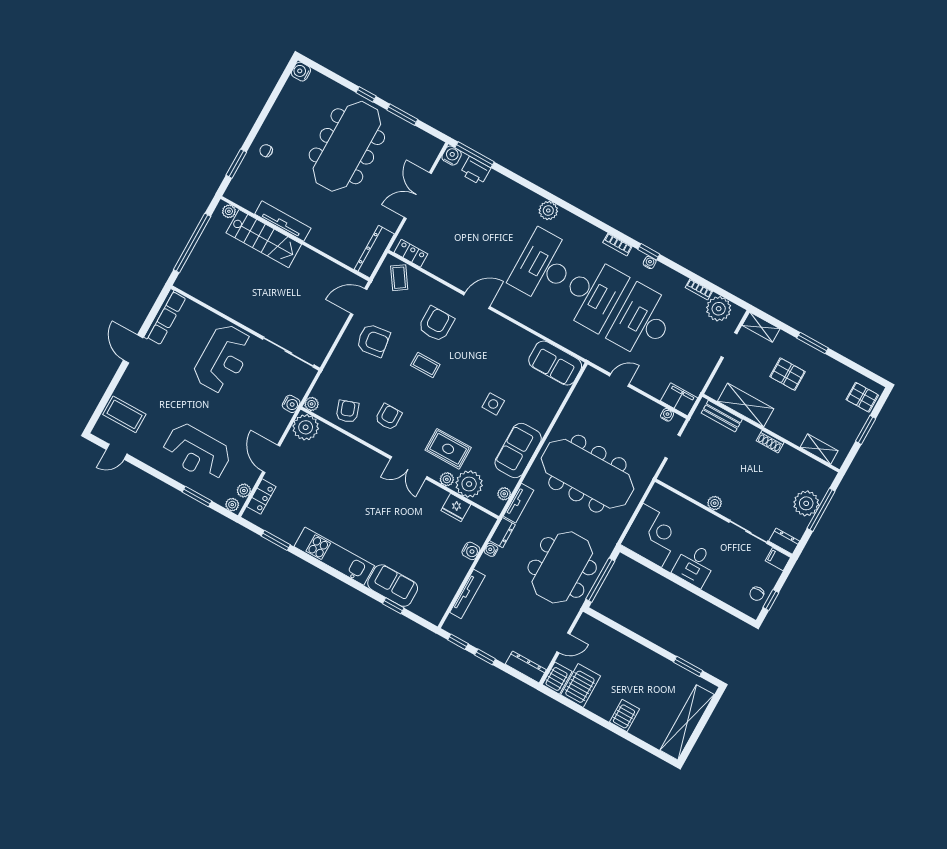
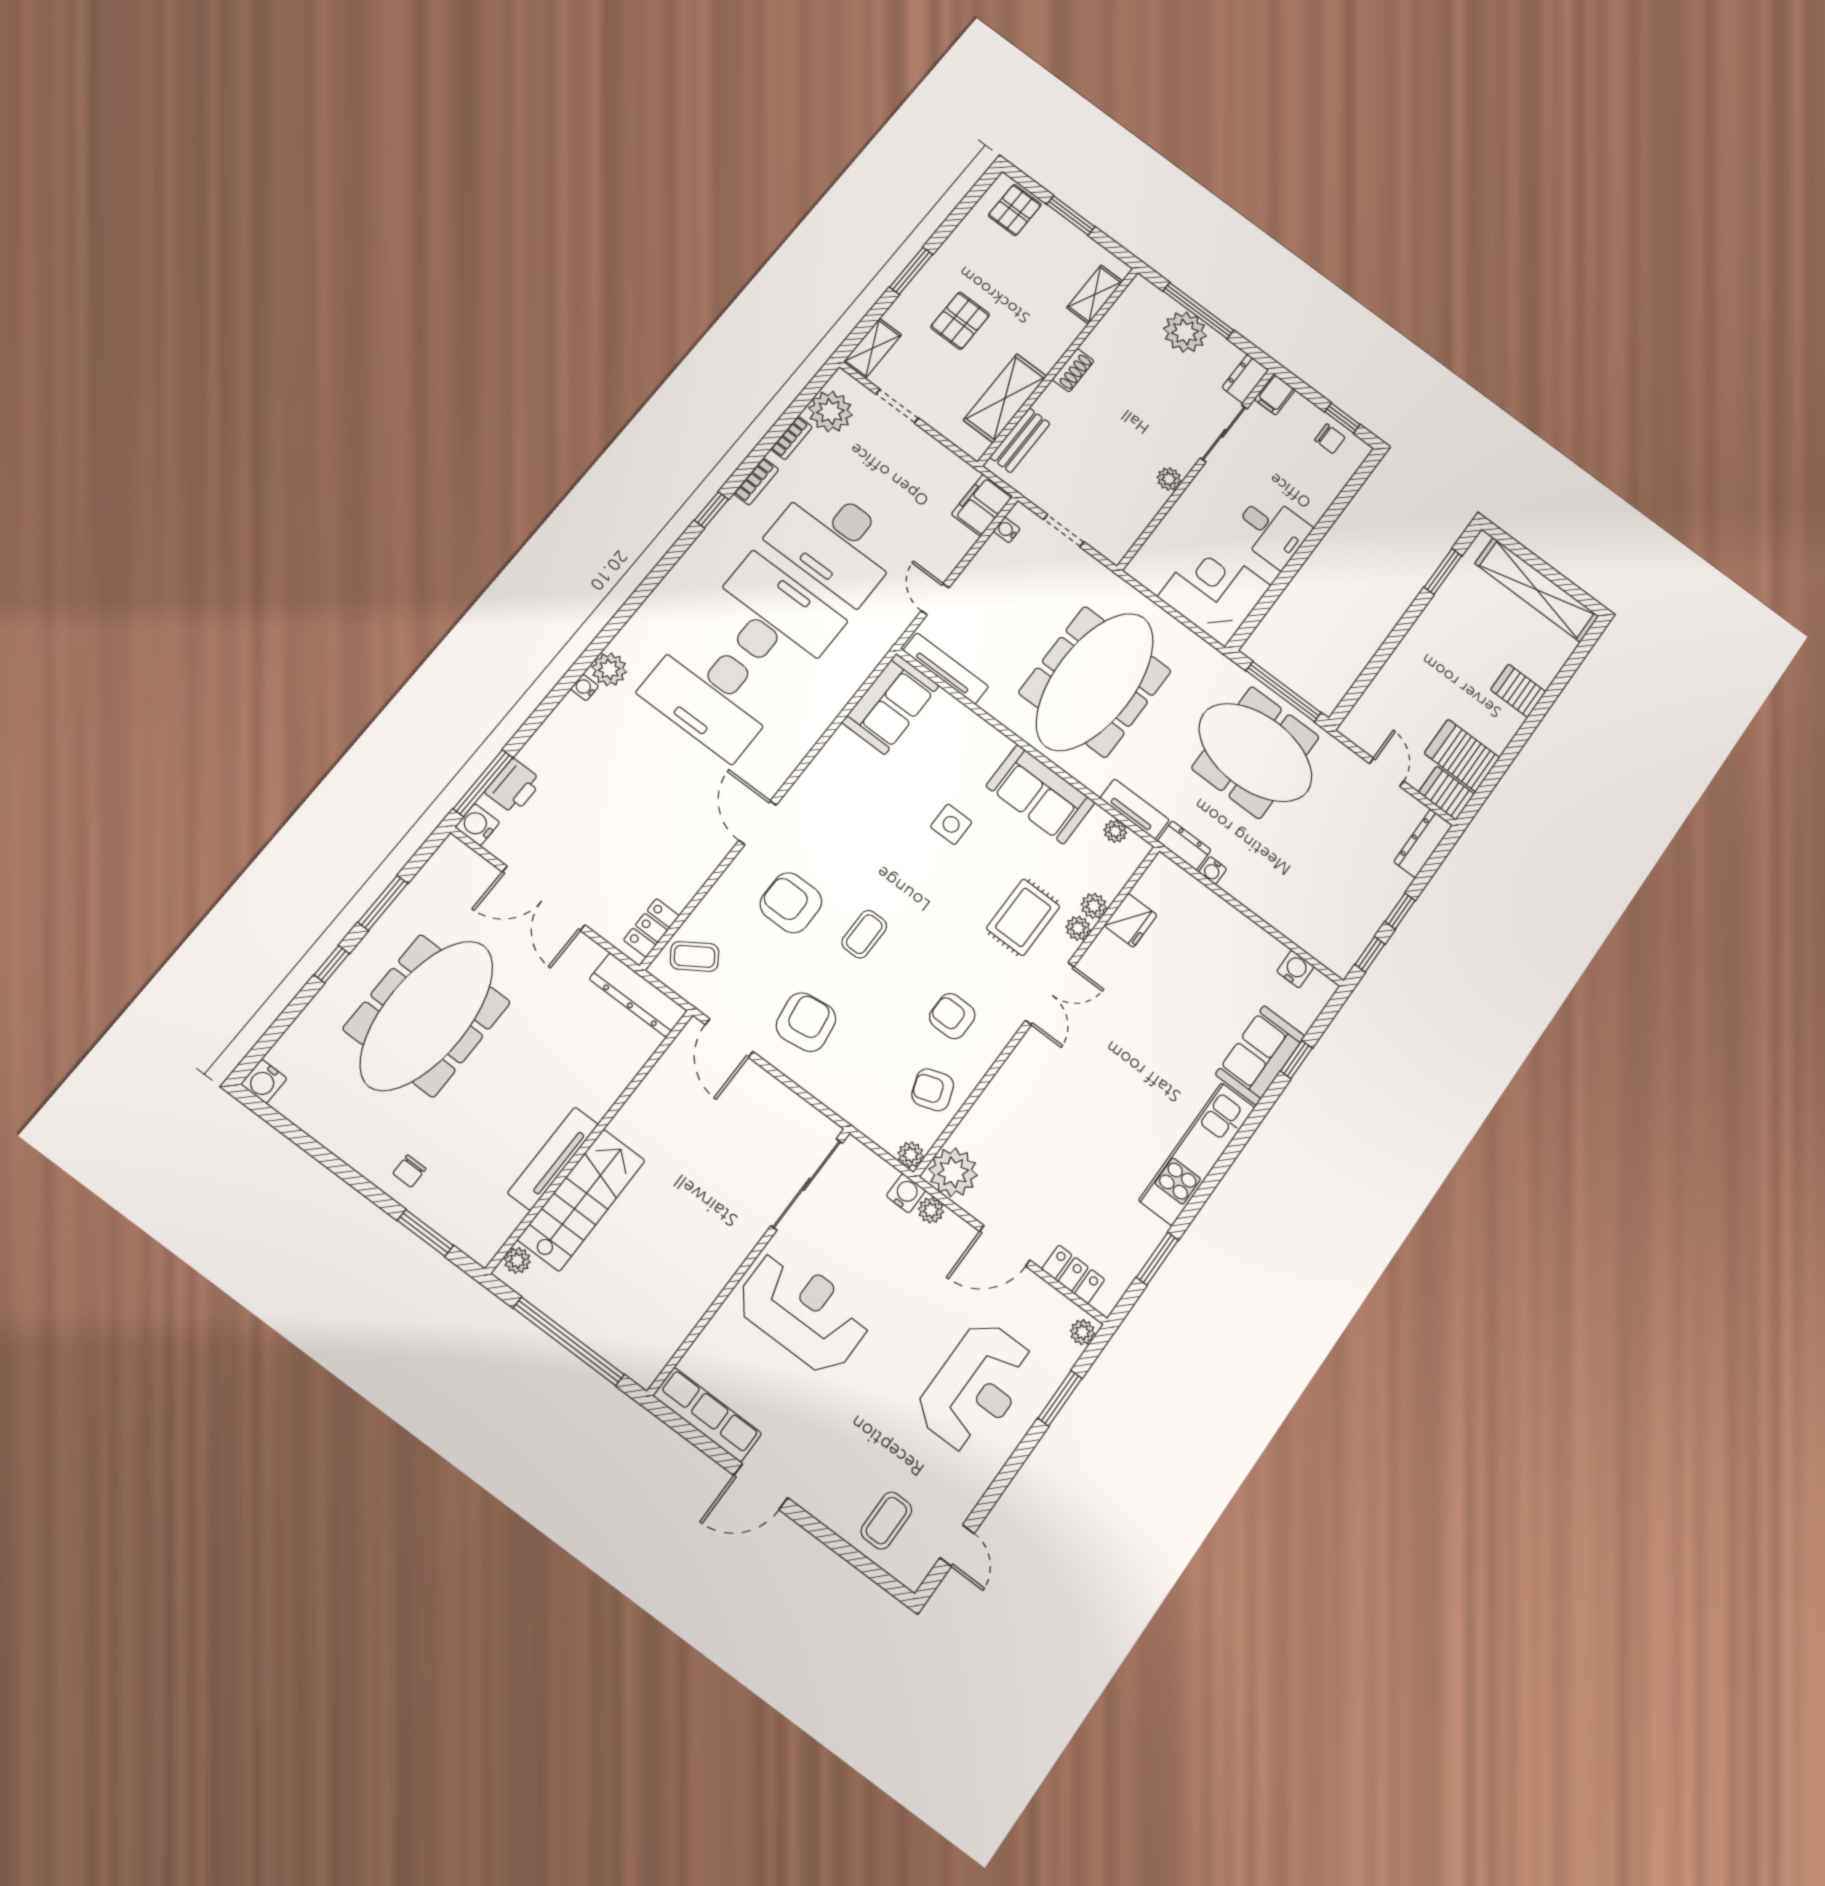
meeting table: (347, 146) -> (427, 1016), turned 90
bookcase: (617, 245) -> (756, 481), moved
water cooler: (650, 262) -> (585, 687), moved
coffee table: (124, 414) -> (886, 1521), width x0.73, depth x0.77
plant: (469, 484) -> (1094, 906), width x0.53, depth x0.53
plant: (244, 491) -> (931, 1210), moved
water cooler: (471, 551) -> (1295, 969), moved
tv unit: (467, 594) -> (946, 668), moved

